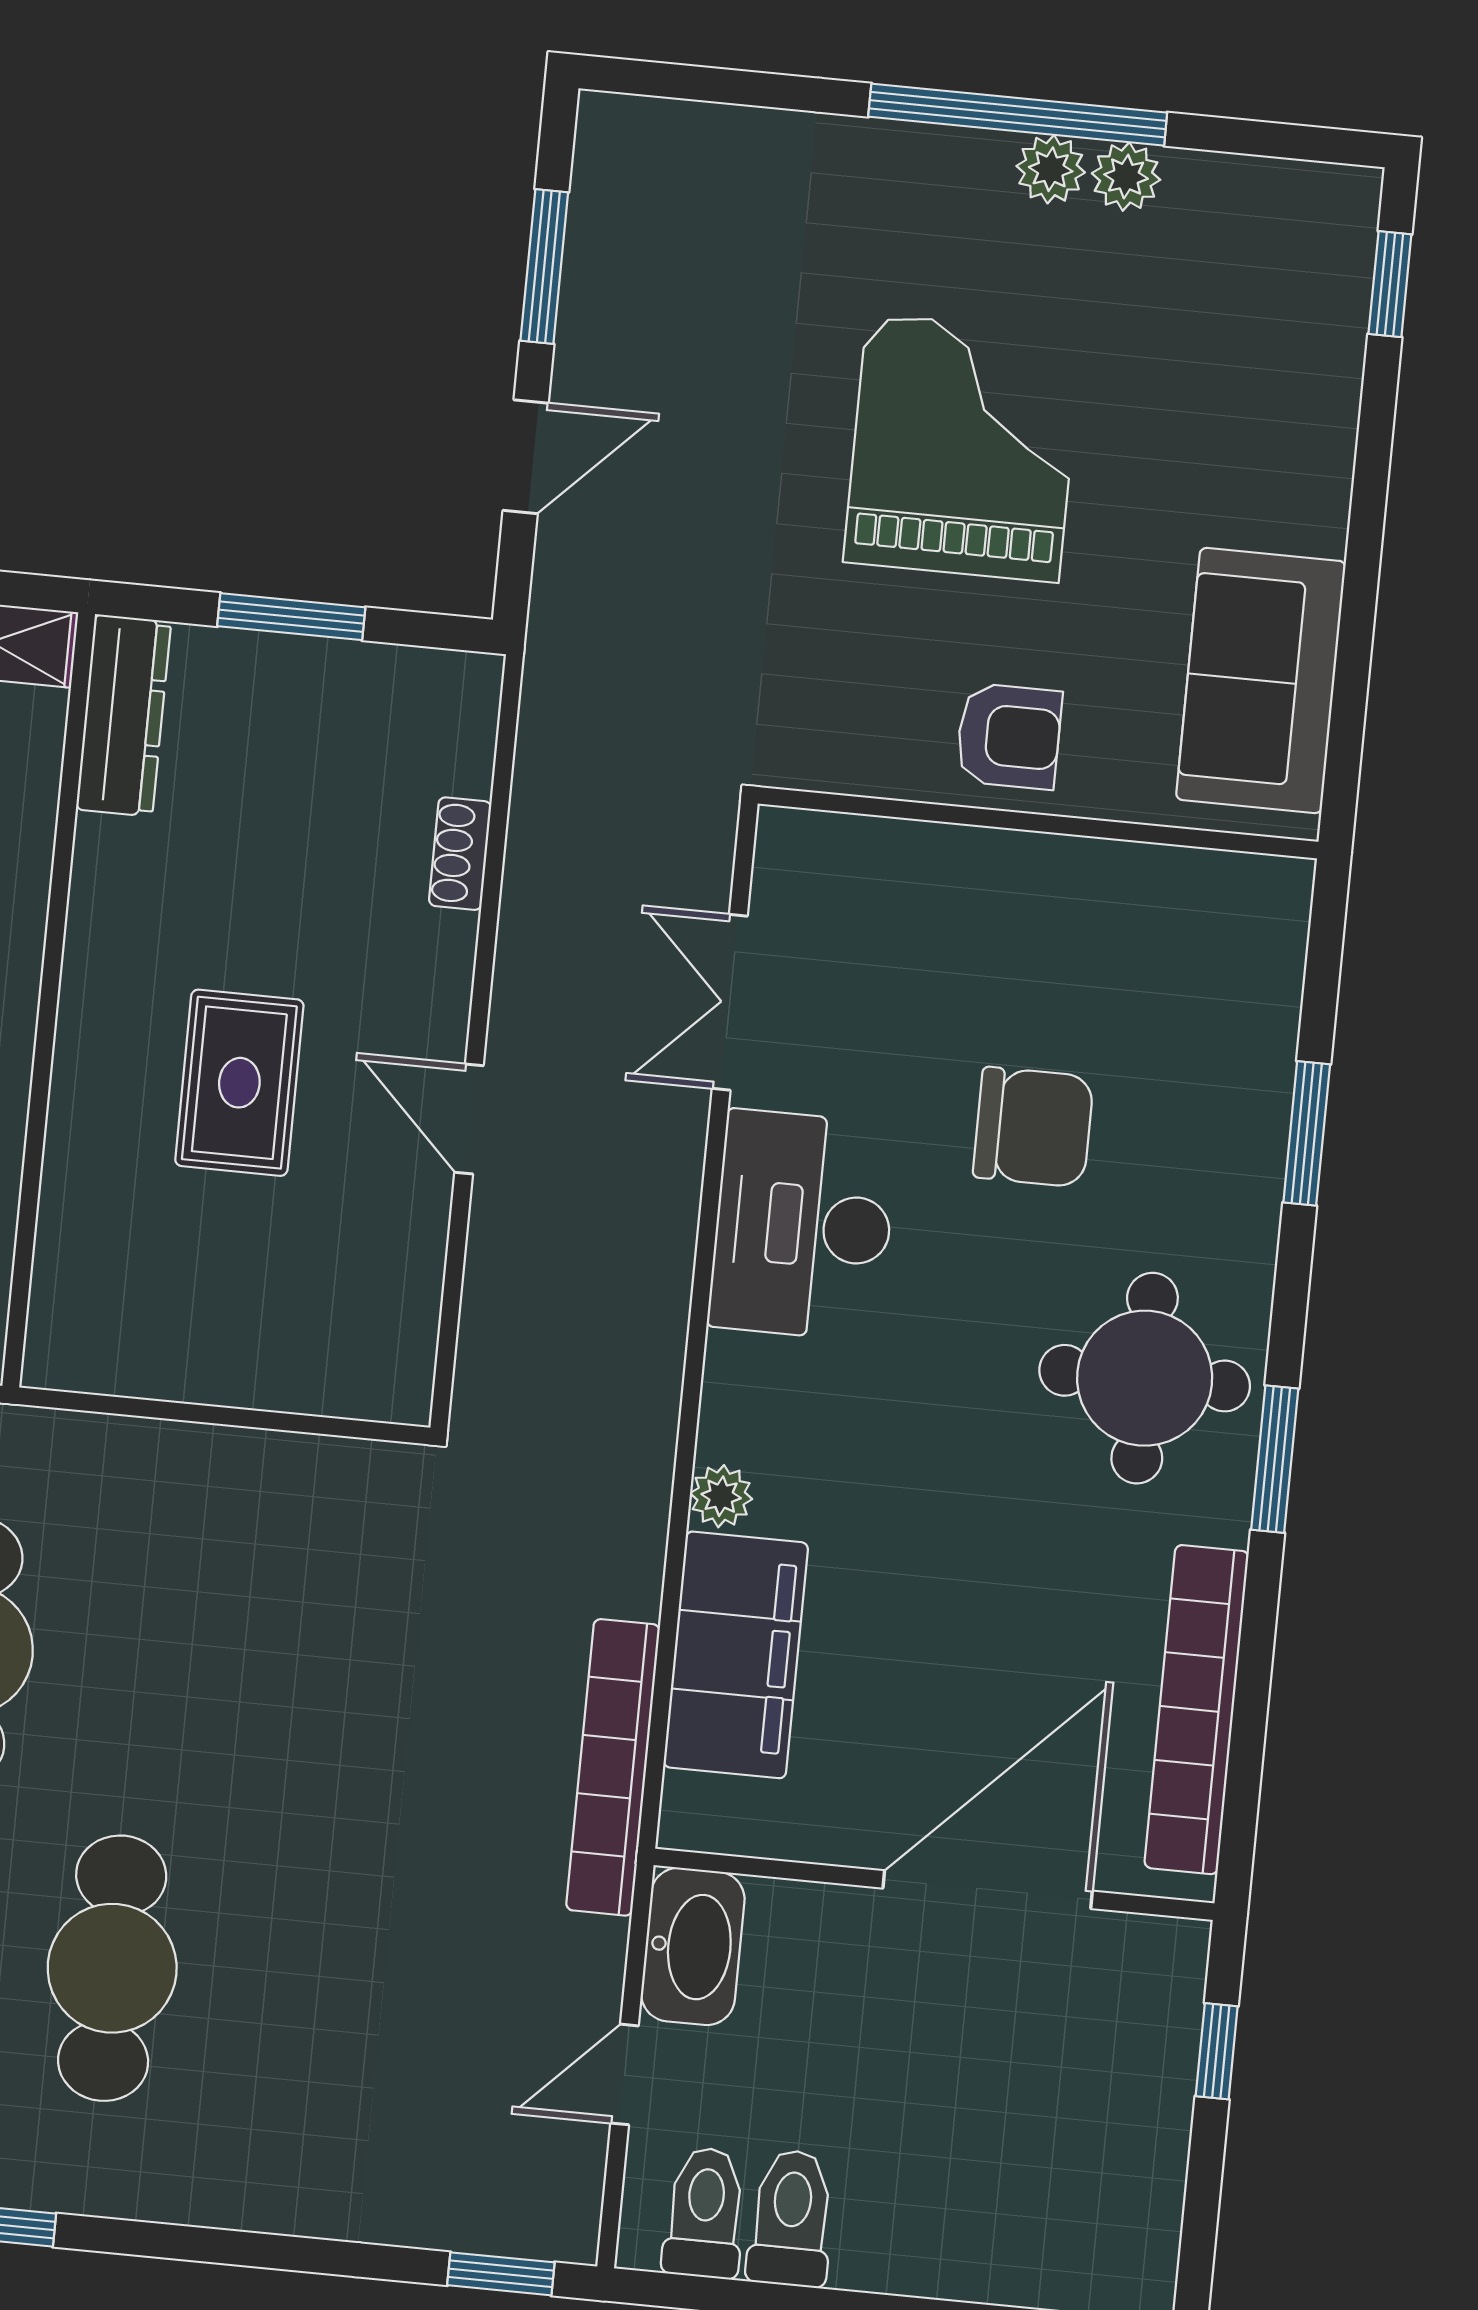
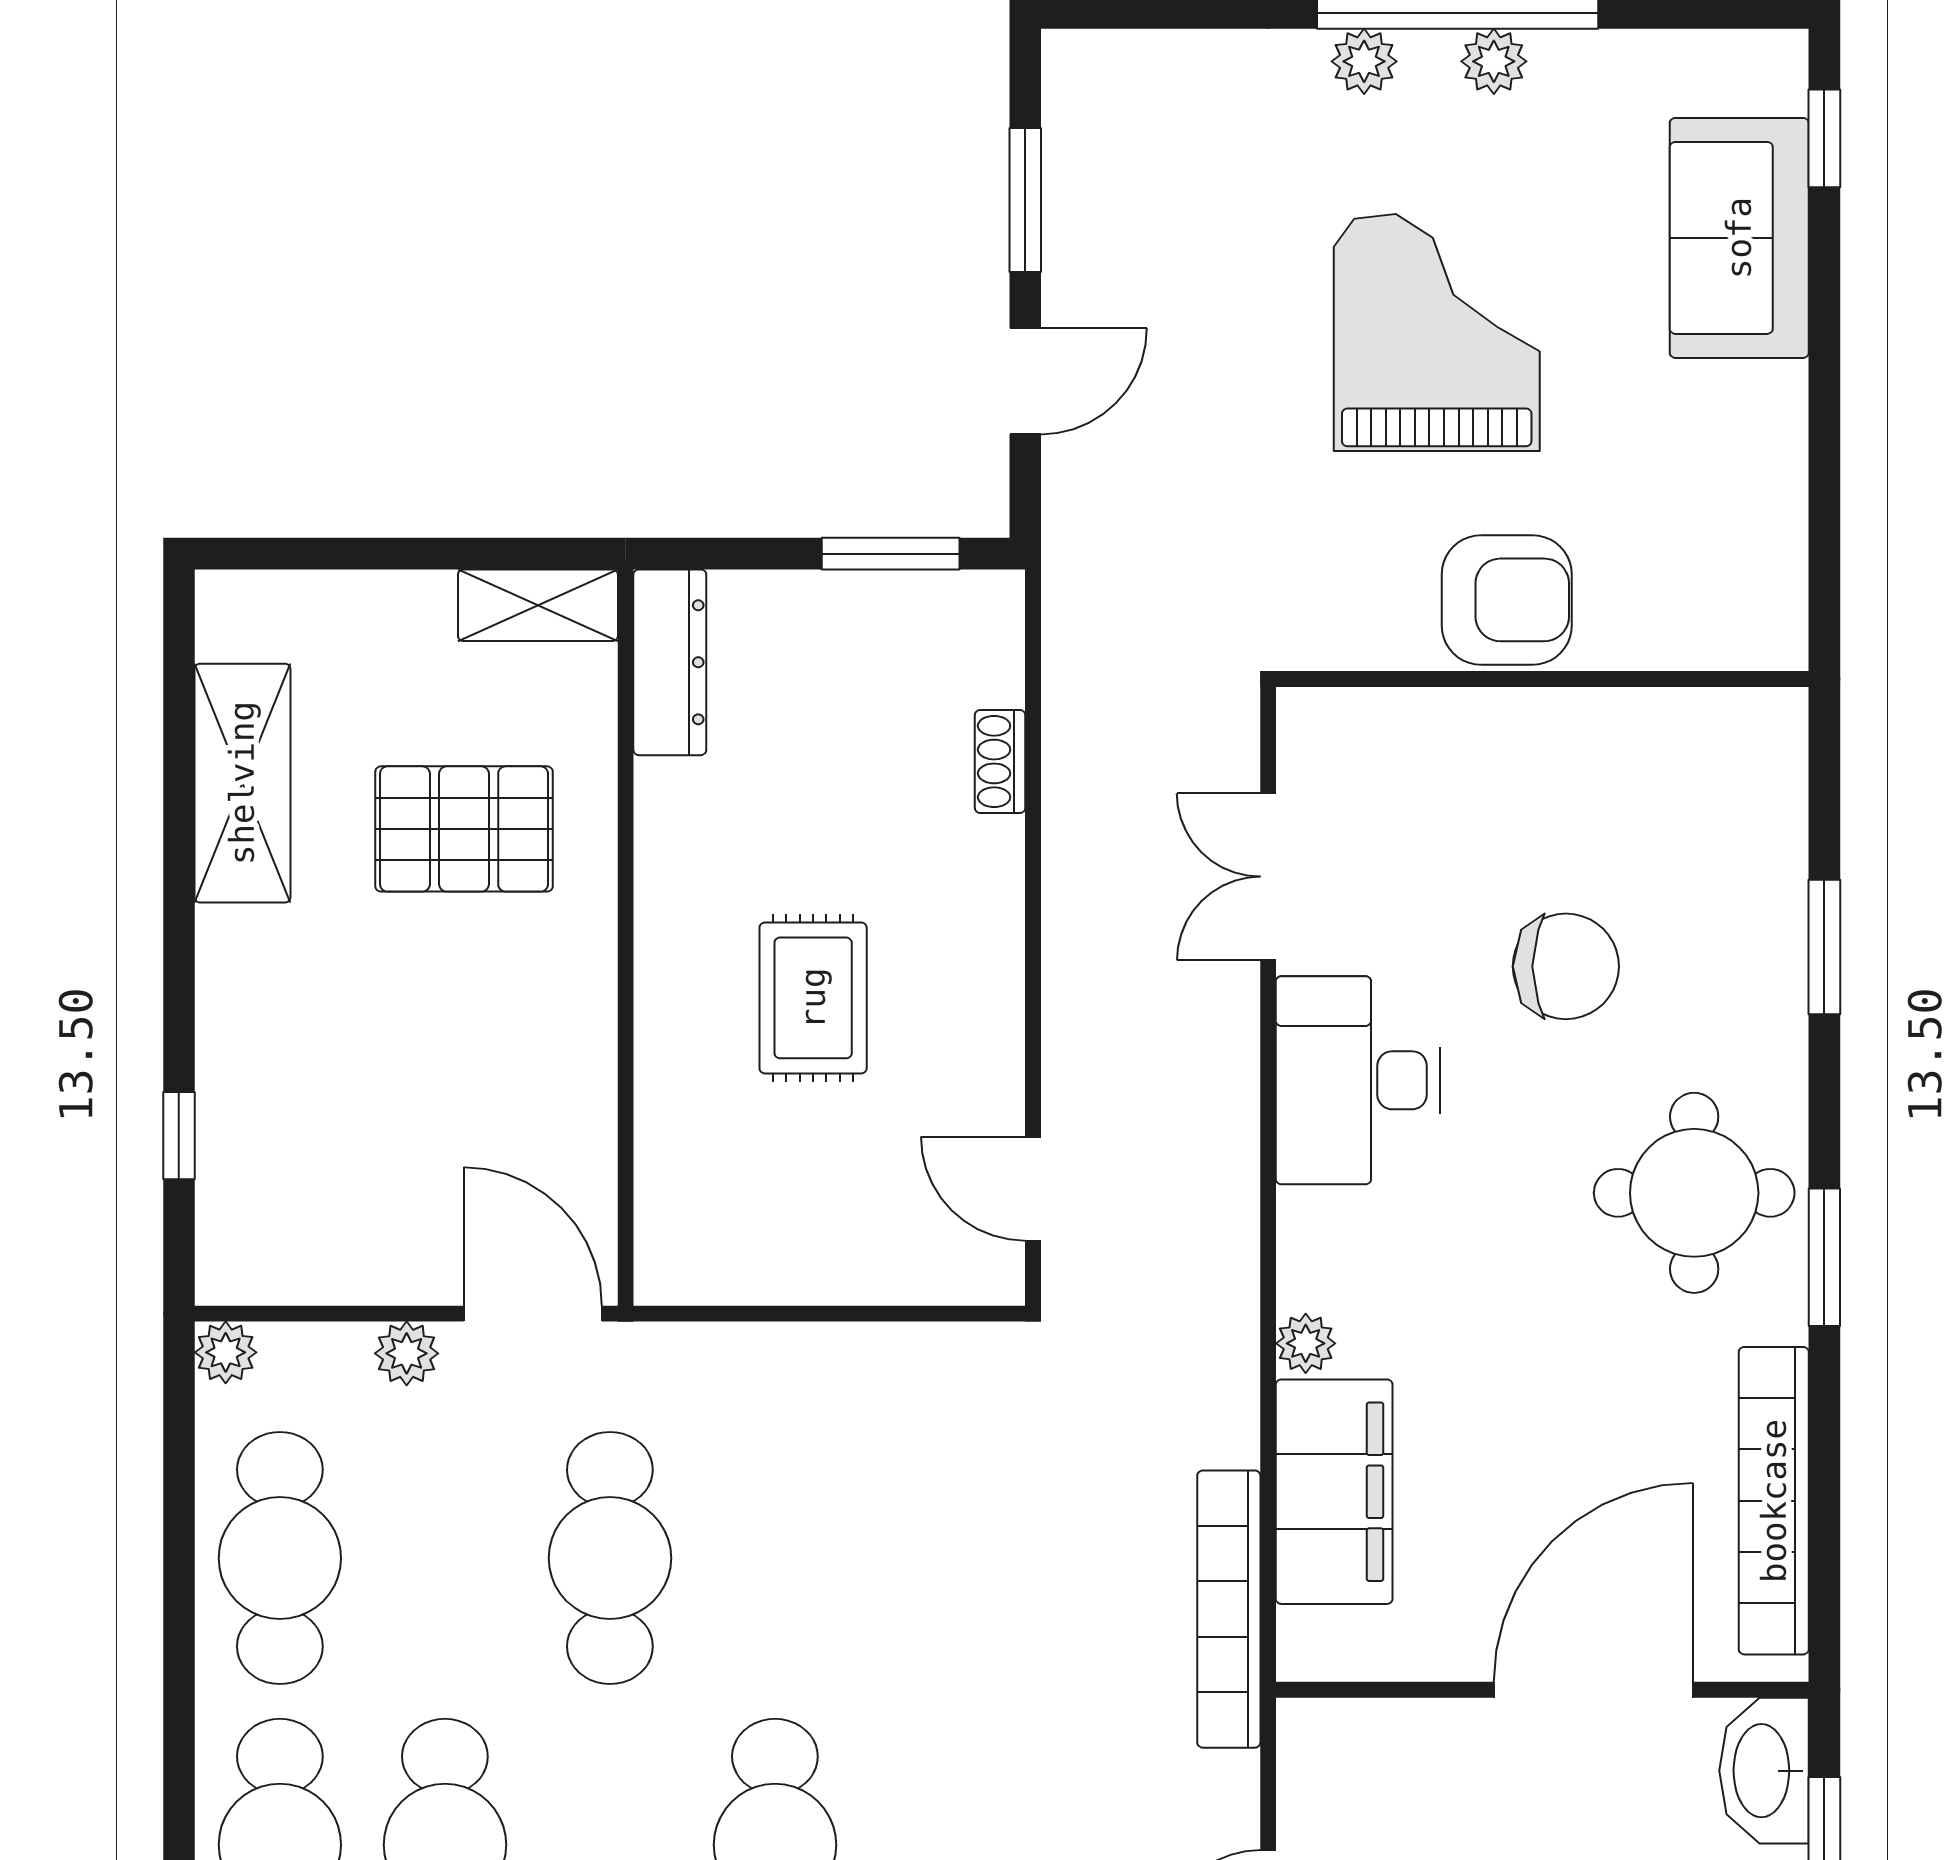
plant: (1126, 177) -> (1364, 61), moved
window: (291, 617) -> (891, 554), moved
sofa: (1261, 680) -> (1739, 238), moved
armchair: (1009, 736) -> (1507, 600), width x1.38, depth x1.38
door: (469, 1119) -> (1033, 1189), moved
washbasin: (693, 1946) -> (1764, 1771), moved, turned 180

